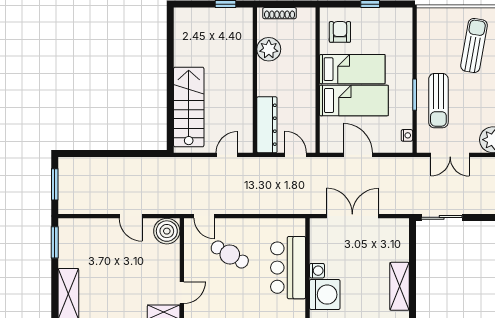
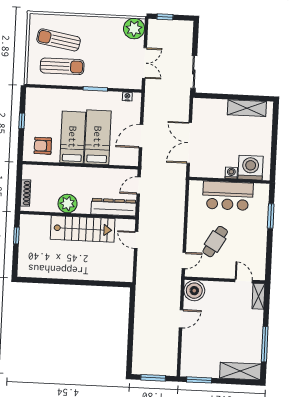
plant: (269, 49) -> (68, 204), moved
sun lounger: (438, 101) -> (62, 66), moved
stairs: (189, 107) -> (83, 229), moved, turned 180

